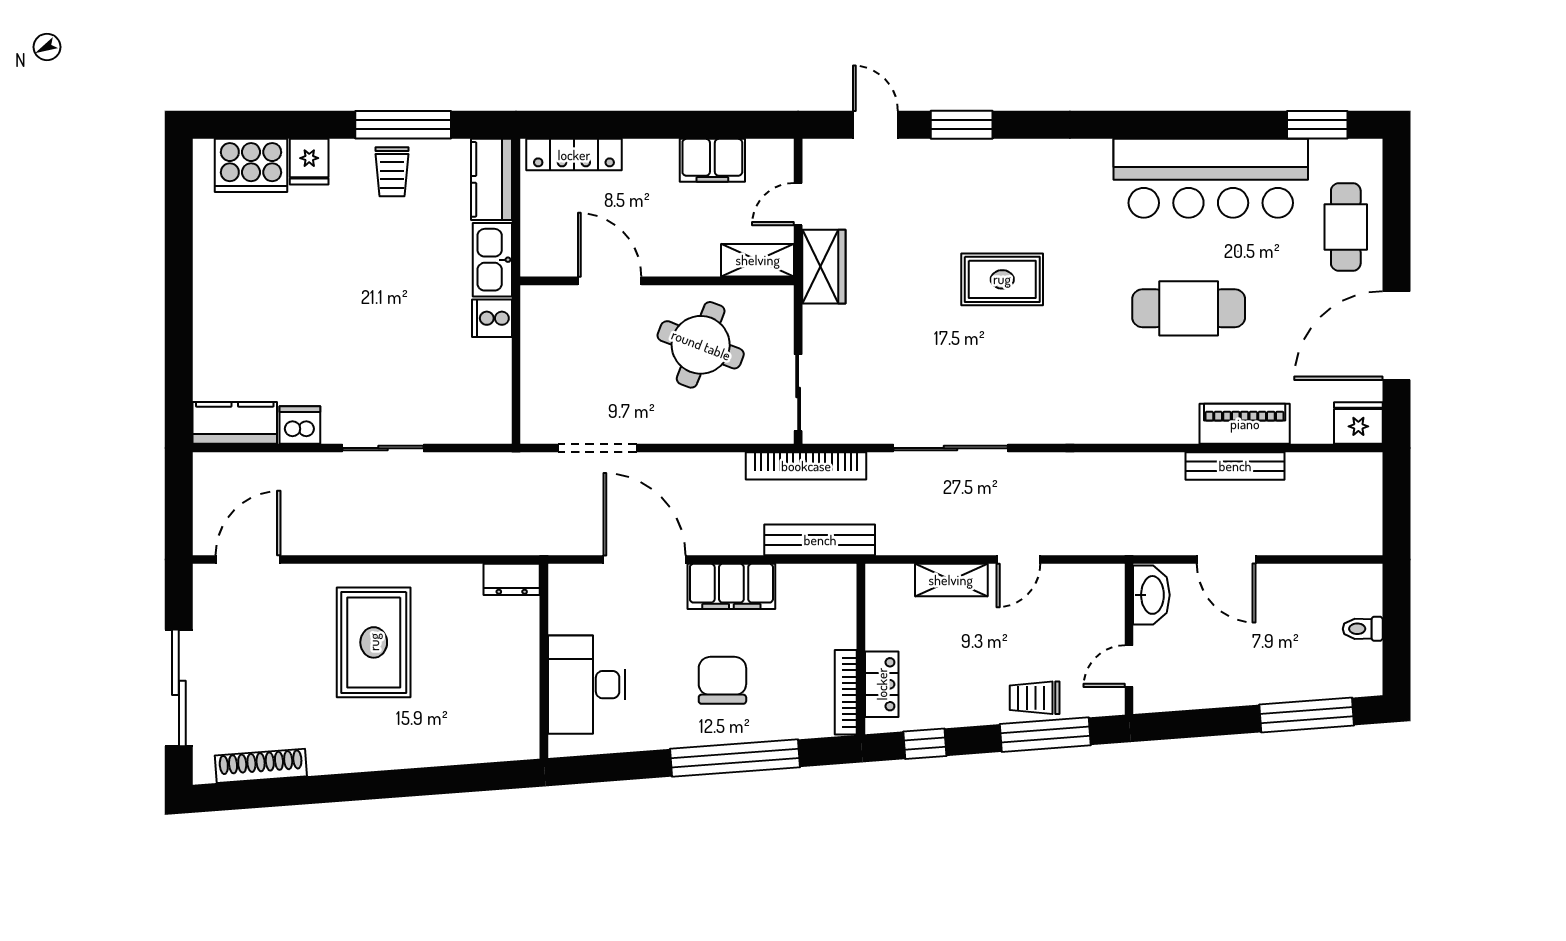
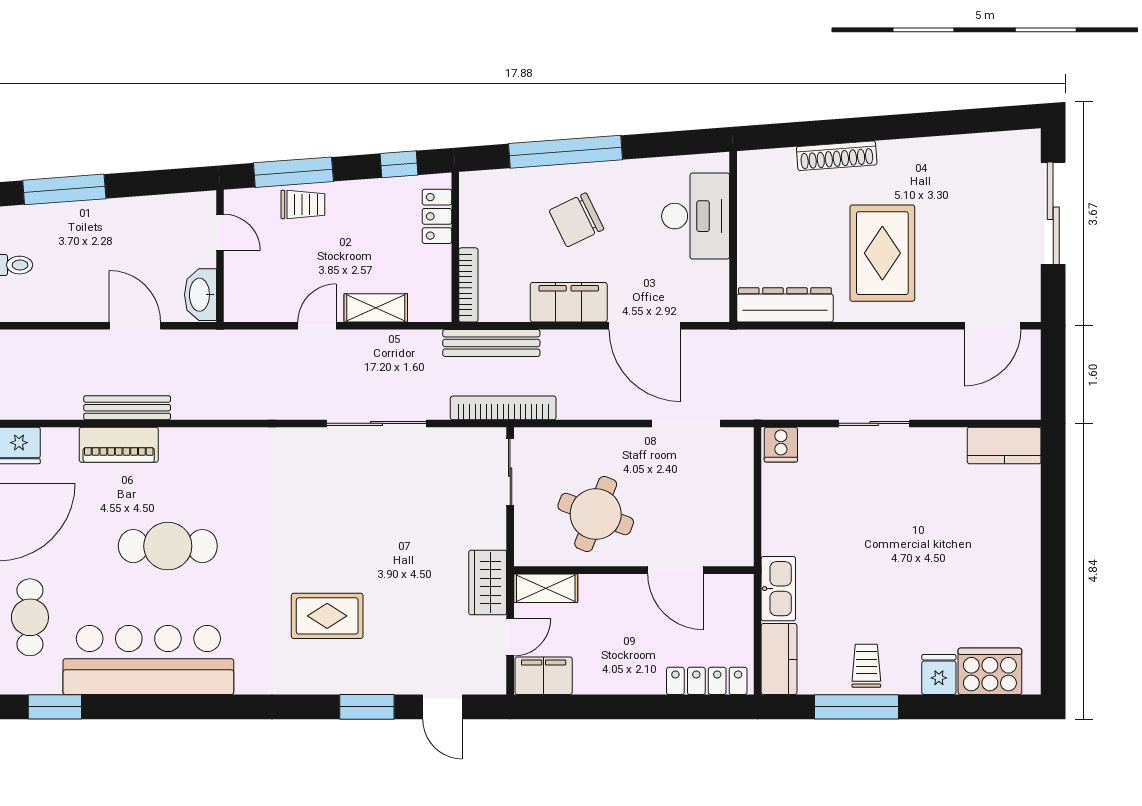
filing cabinet: (712, 160) -> (544, 676), moved
rug: (1002, 279) -> (327, 616), moved
cooker: (492, 318) -> (781, 445), moved, turned 90
dishwasher: (300, 425) -> (947, 444), removed
dresser: (512, 579) -> (785, 305), width x1.96, depth x1.24
door: (1129, 666) -> (220, 232), hinge flipped
chair: (722, 680) -> (577, 220), turned 64
bookcase: (846, 692) -> (468, 285), moved
shoe rack: (261, 766) -> (837, 156), moved

